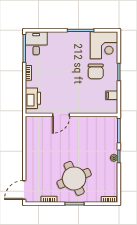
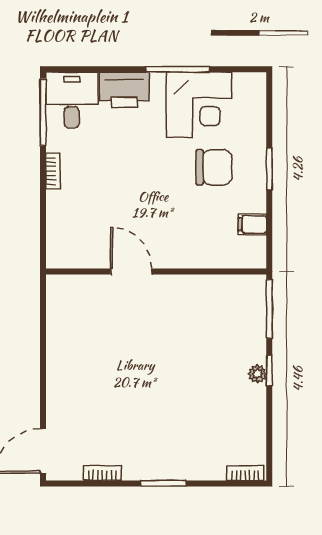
corner desk: (104, 45) -> (199, 105), moved
chair: (96, 71) -> (214, 167), turned -90
printer: (33, 98) -> (124, 90), moved, turned 90
door: (61, 115) -> (131, 272), swing flipped
round table: (74, 178) -> (162, 423), removed

